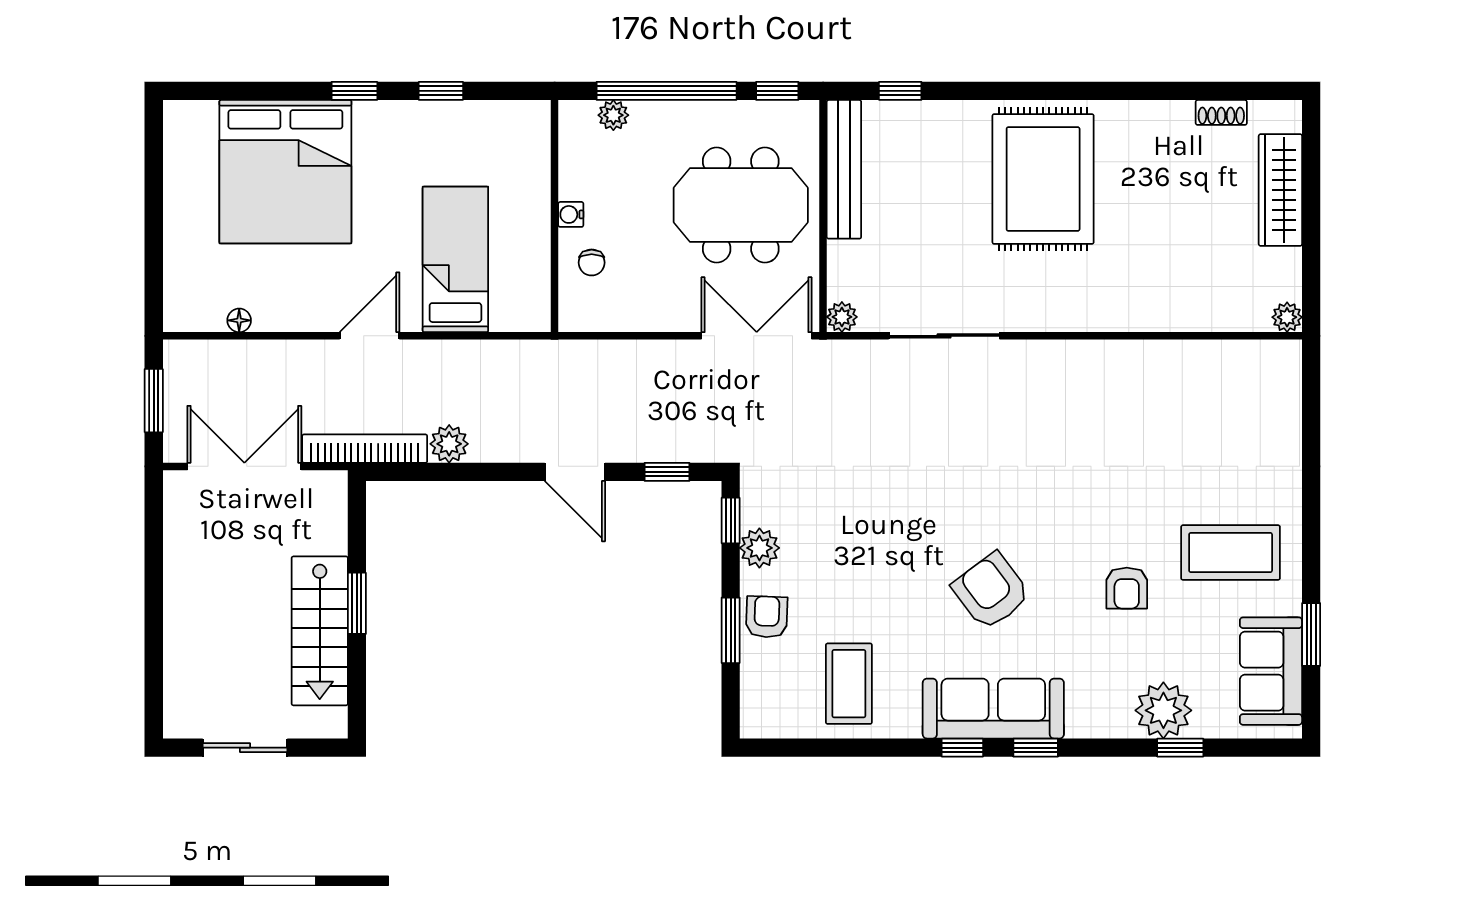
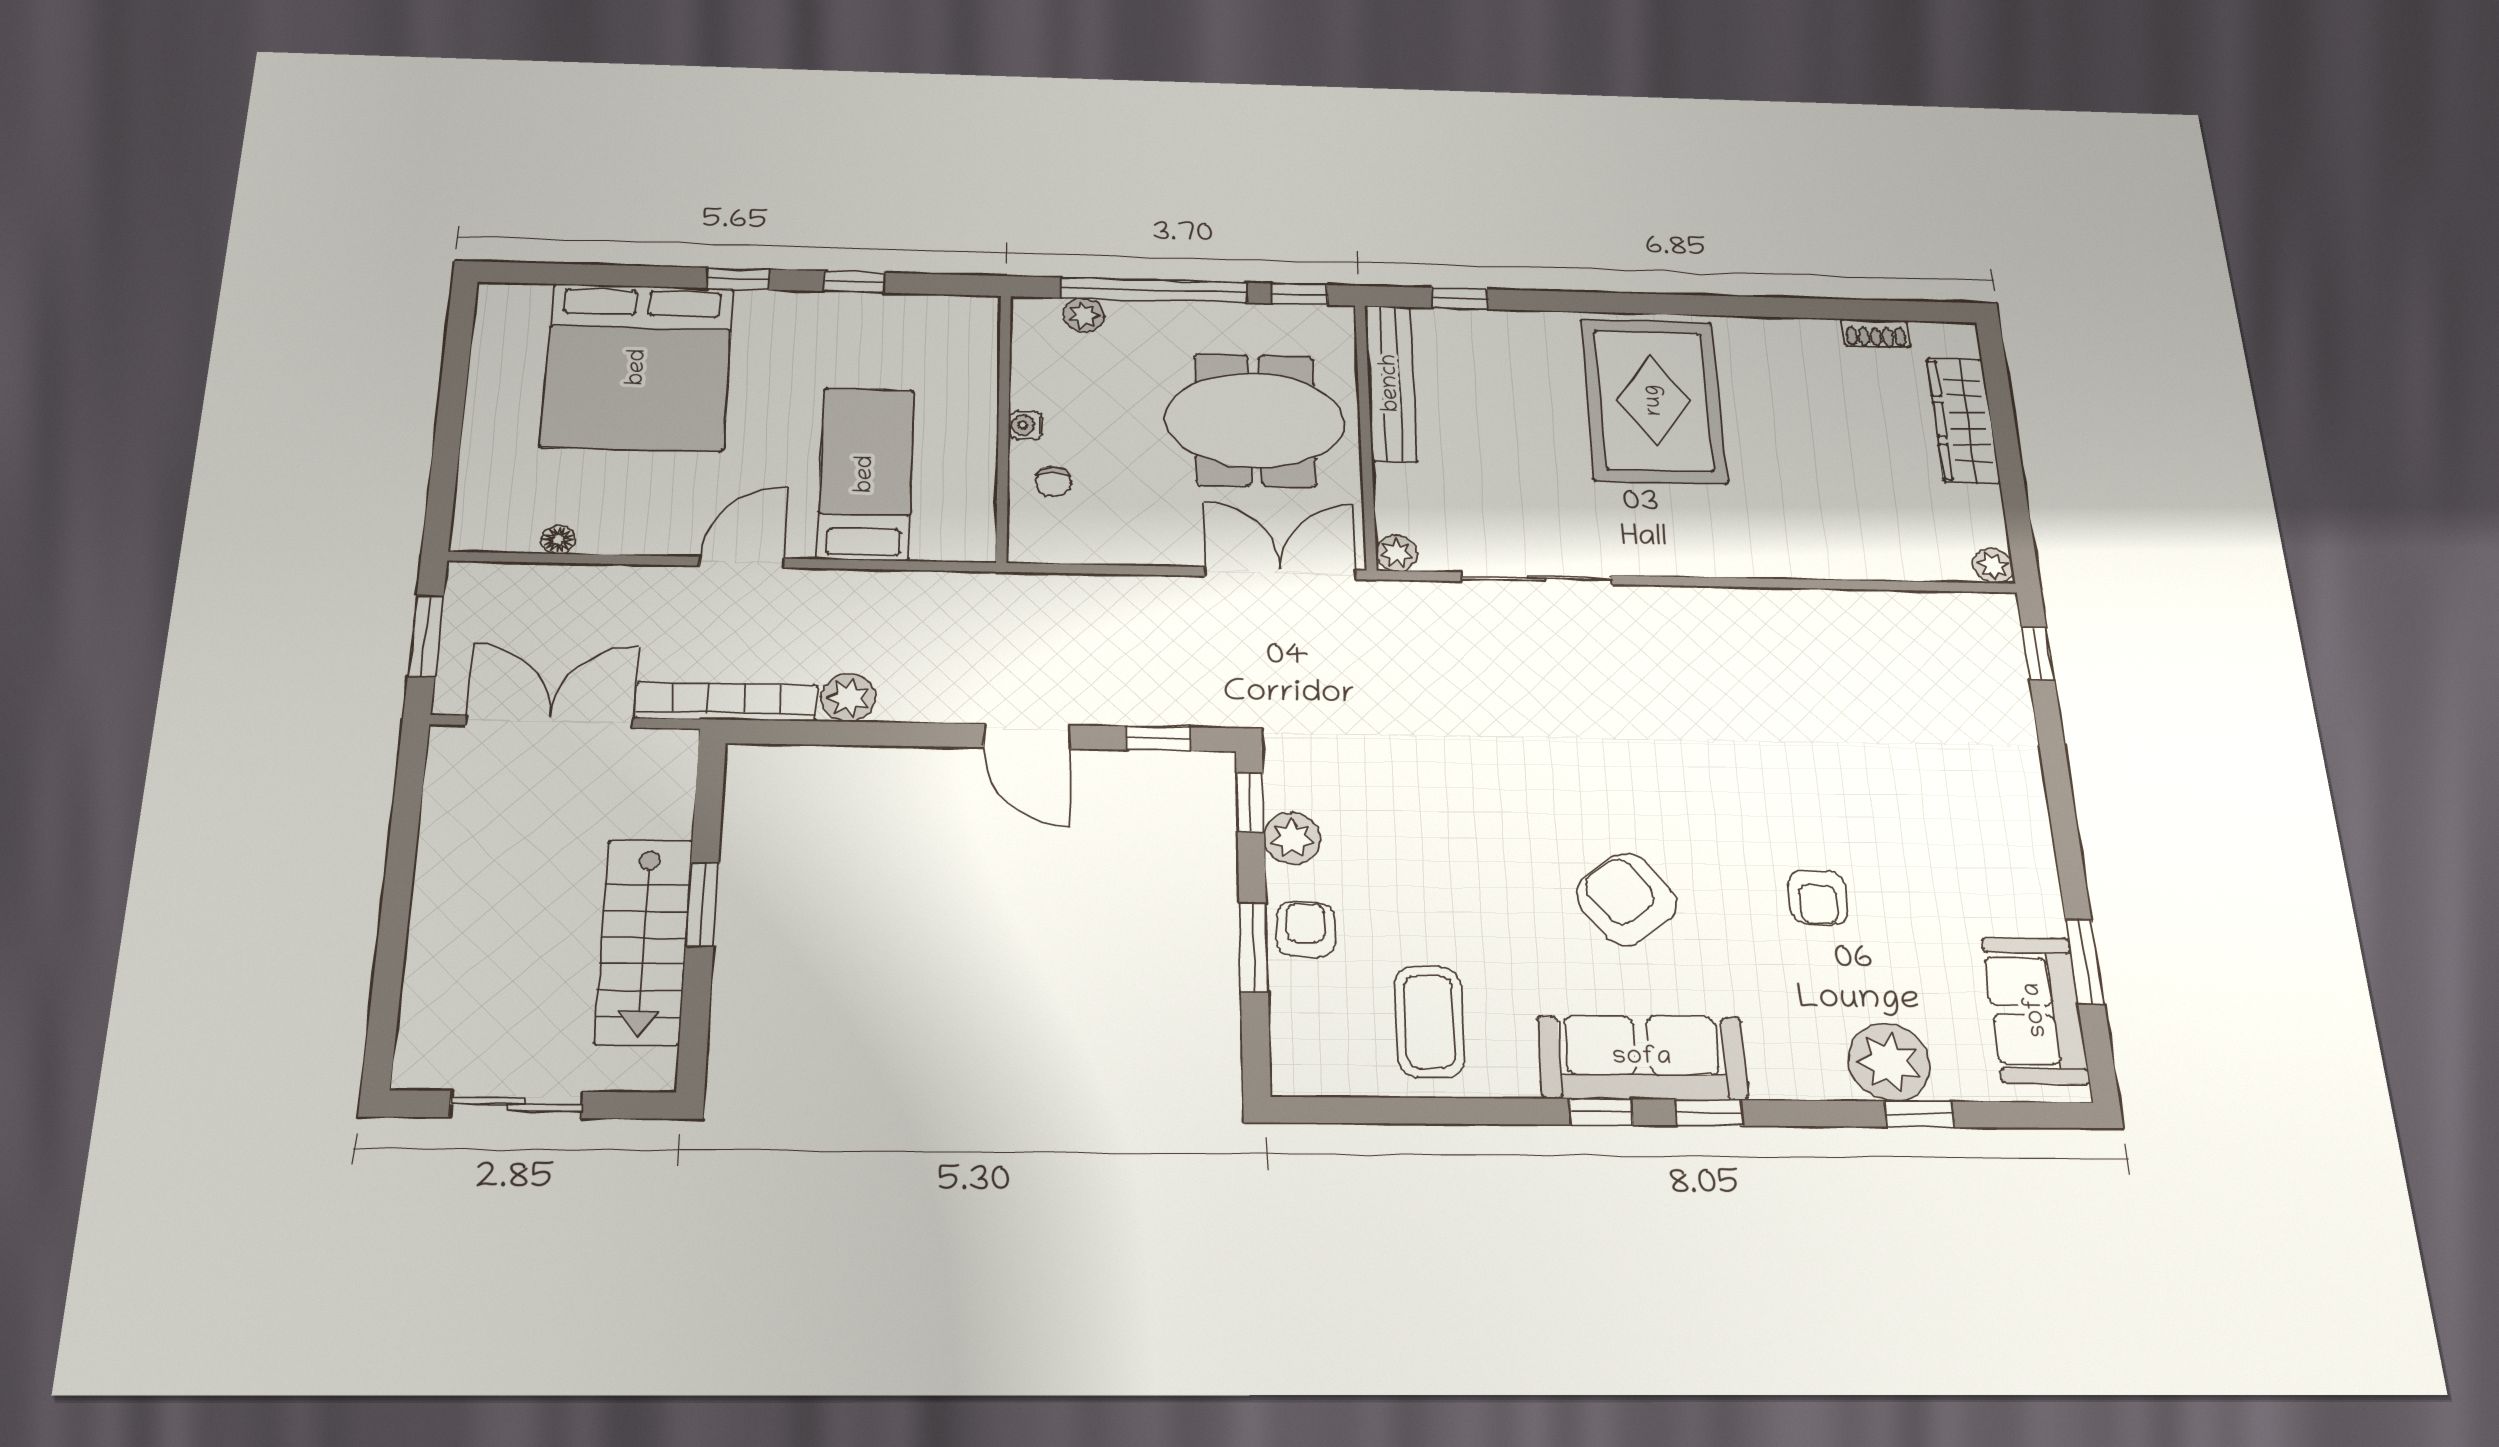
window: (1311, 390) -> (2038, 653), added
coffee table: (1231, 553) -> (1957, 853), removed

